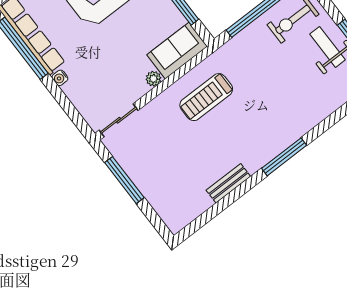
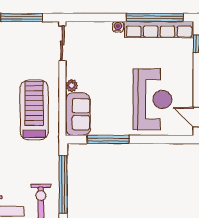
treadmill: (206, 97) -> (34, 110), width x1.37, depth x1.38

